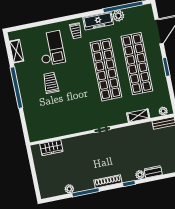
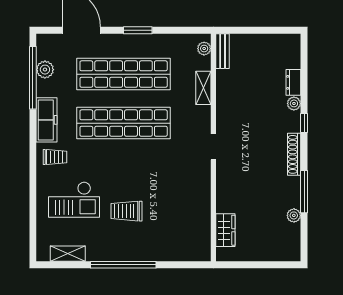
plant: (118, 16) -> (45, 70), moved
checkout: (51, 48) -> (74, 200), turned 180

